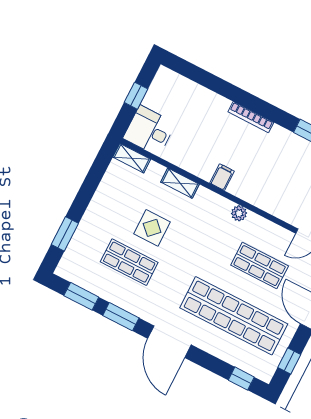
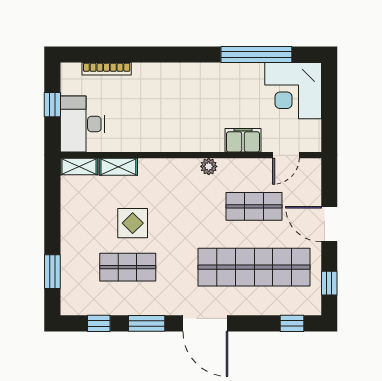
bookcase: (251, 117) -> (107, 69), moved
desk: (149, 131) -> (82, 124), width x1.37
filing cabinet: (222, 177) -> (243, 140), moved, width x2.00
shelving: (180, 183) -> (118, 167), moved
window: (81, 296) -> (99, 323), width x0.67

